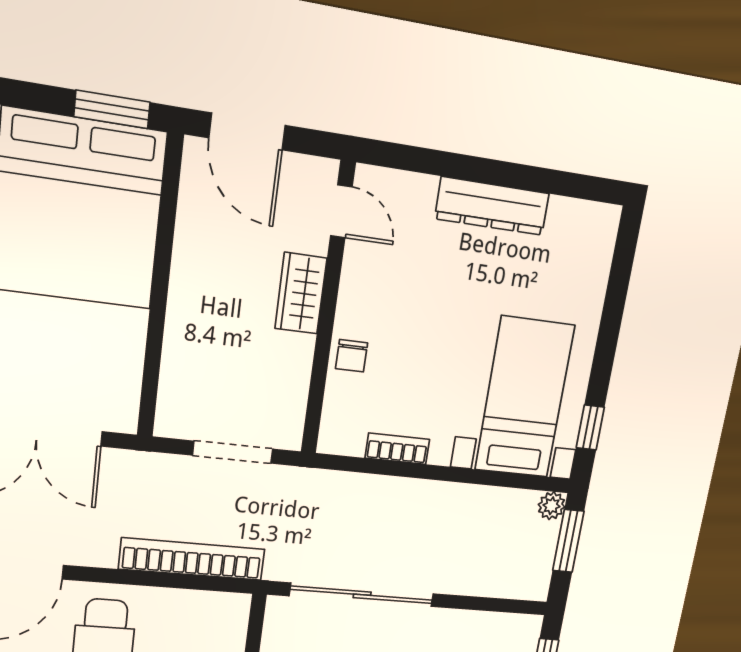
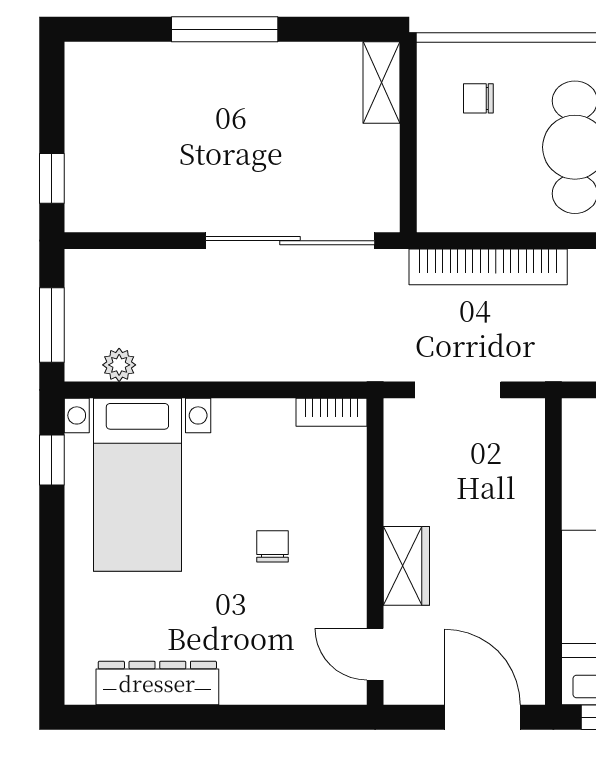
dresser: (492, 206) -> (157, 683), moved
chair: (352, 356) -> (273, 546), moved
bookcase: (397, 449) -> (331, 412), moved
plant: (552, 506) -> (119, 365), moved

